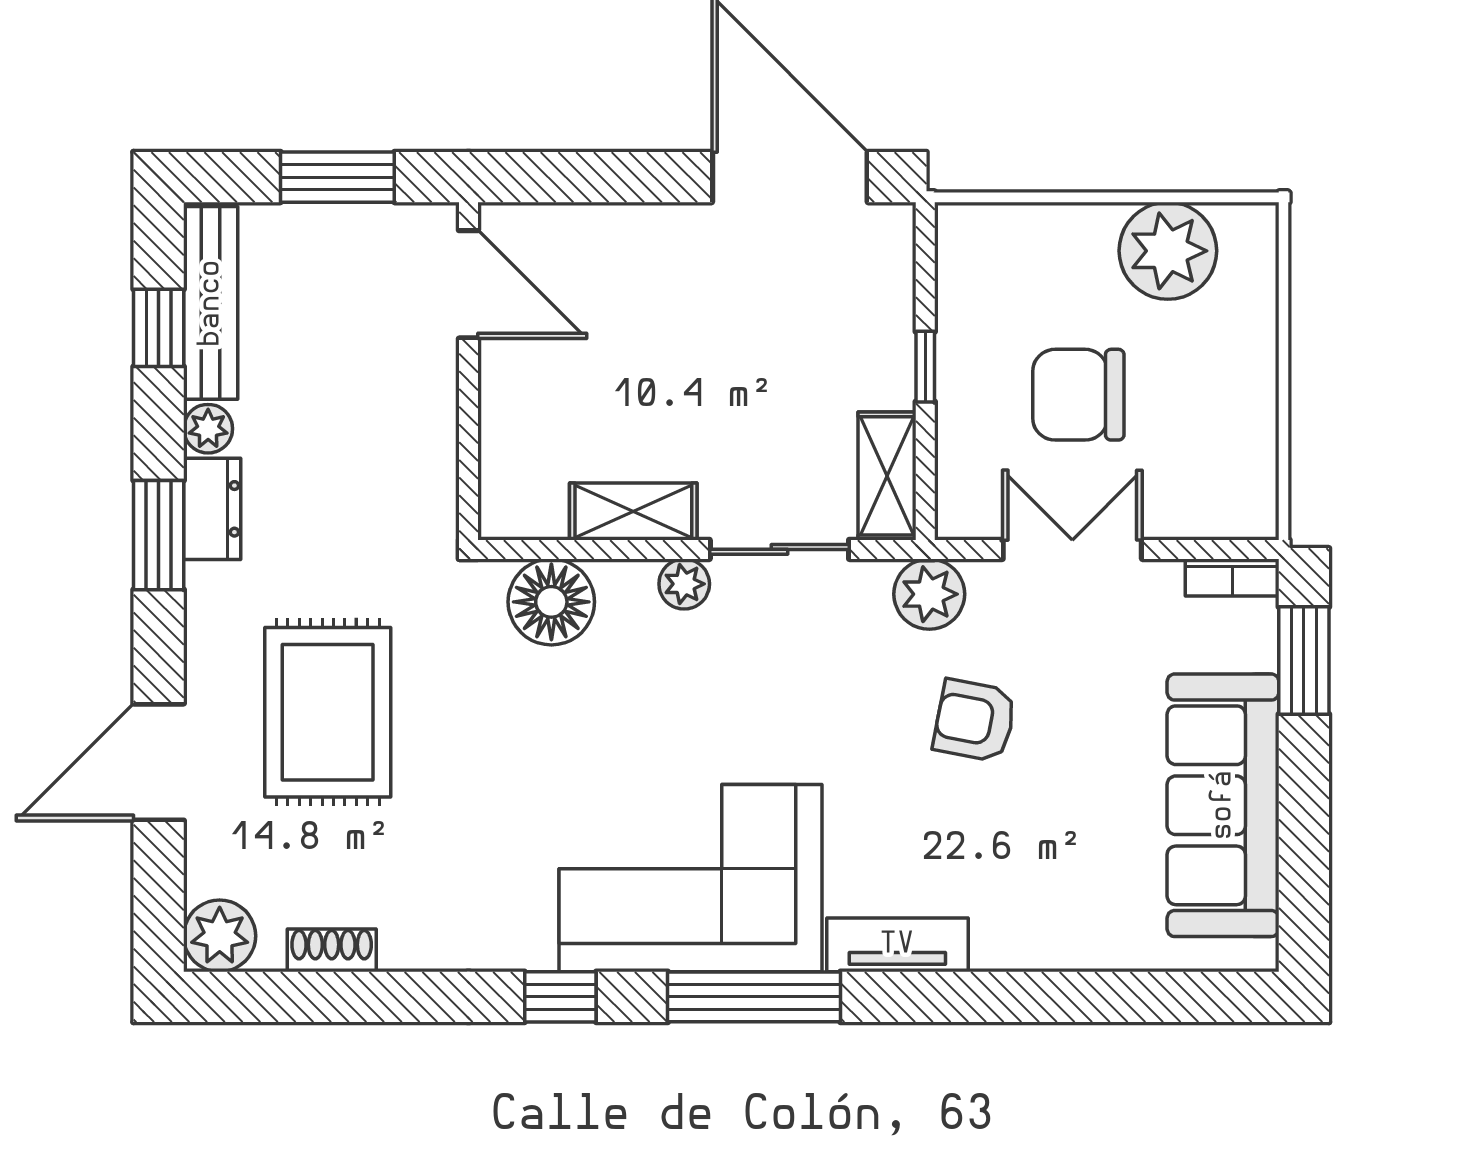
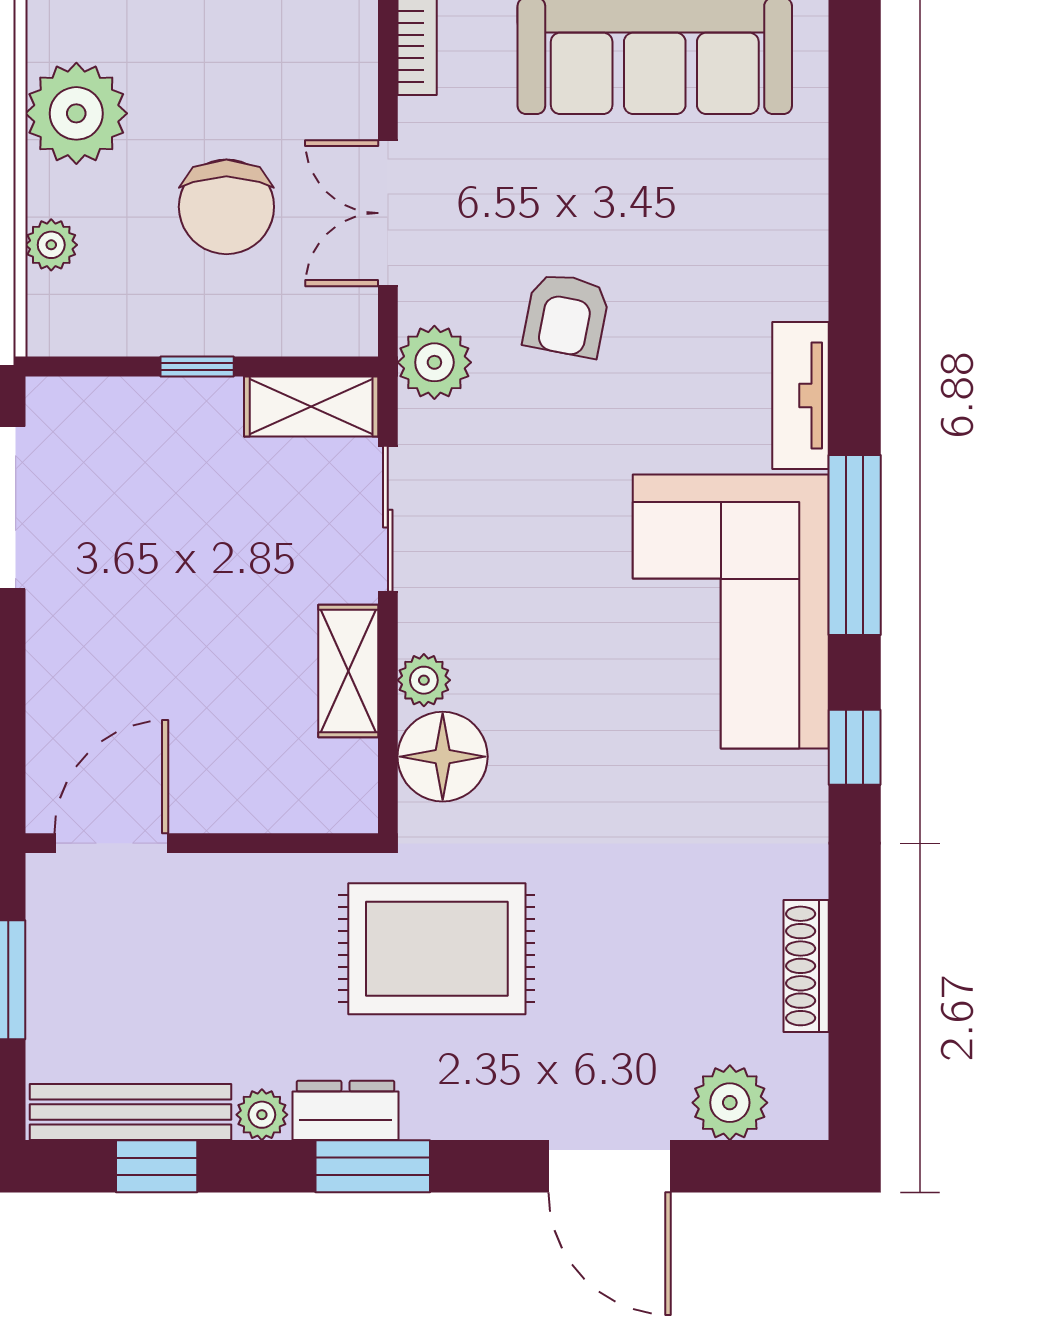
plant: (1042, 227) -> (51, 245), added
plant: (684, 584) -> (424, 680), moved
rug: (328, 712) -> (437, 949), moved
plant: (220, 936) -> (730, 1103), moved
shoe rack: (332, 950) -> (806, 966), width x1.43

